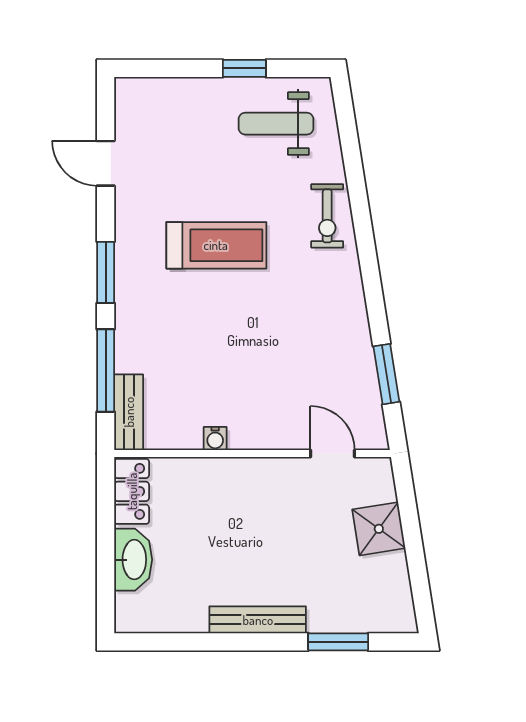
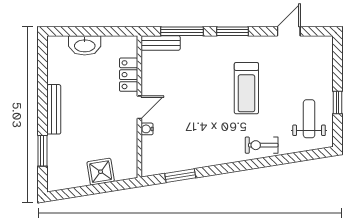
water cooler: (215, 439) -> (147, 129), moved
door: (333, 454) -> (139, 107), moved
locker: (132, 491) -> (129, 75), moved, turned 90

